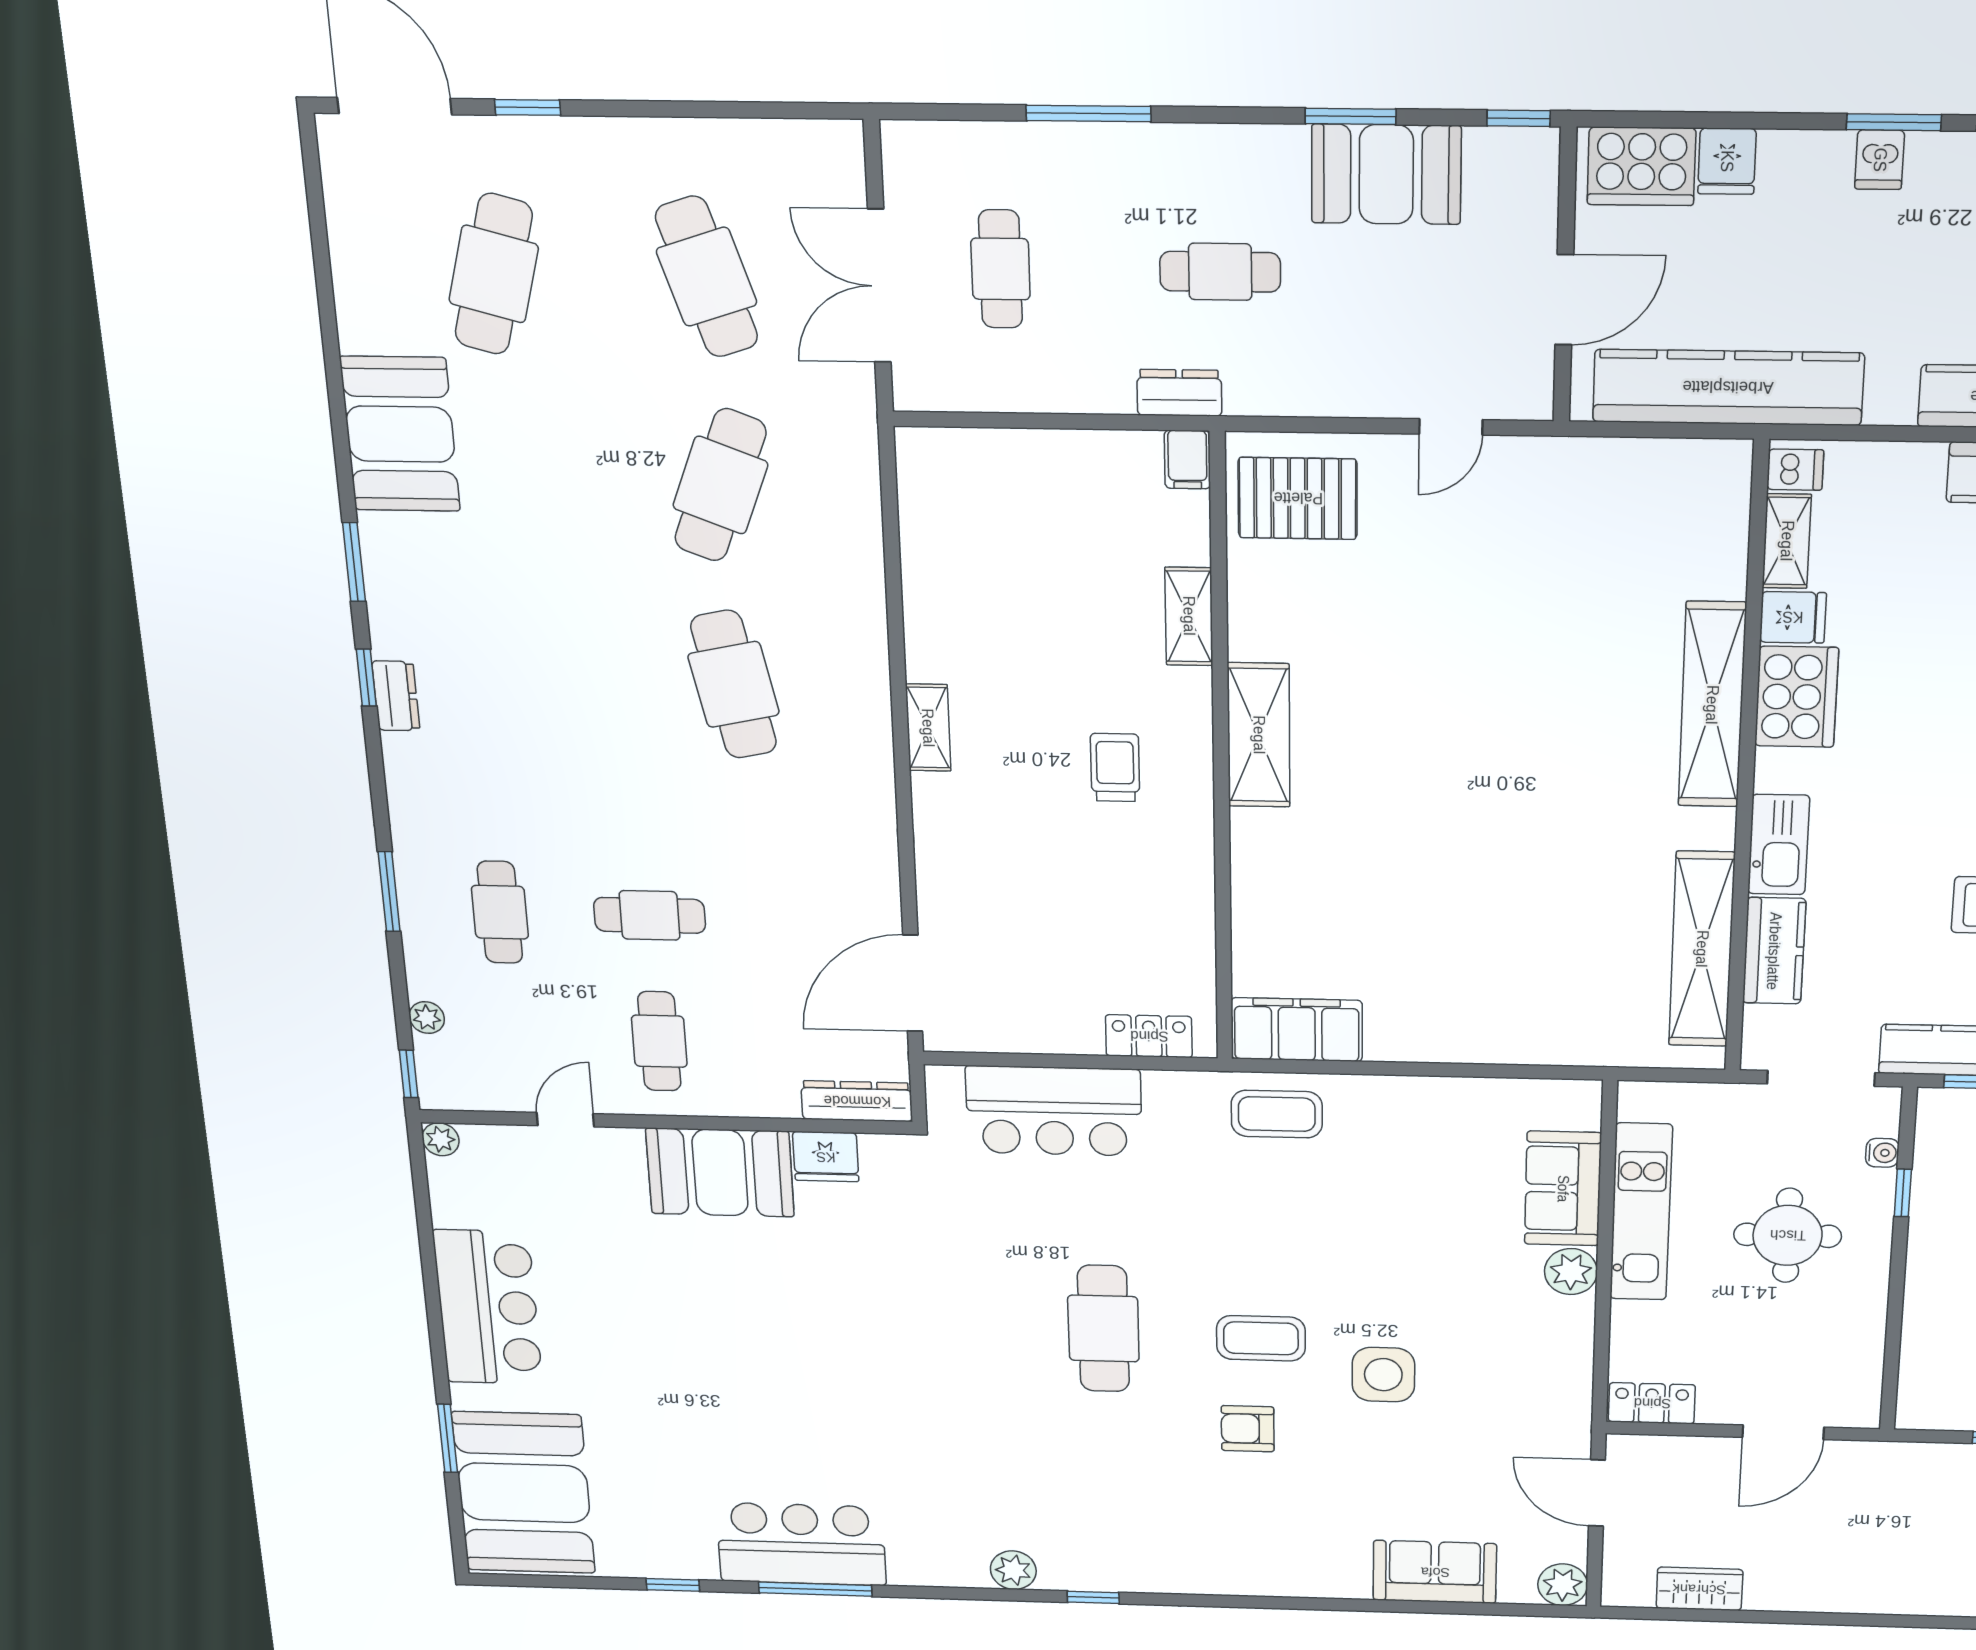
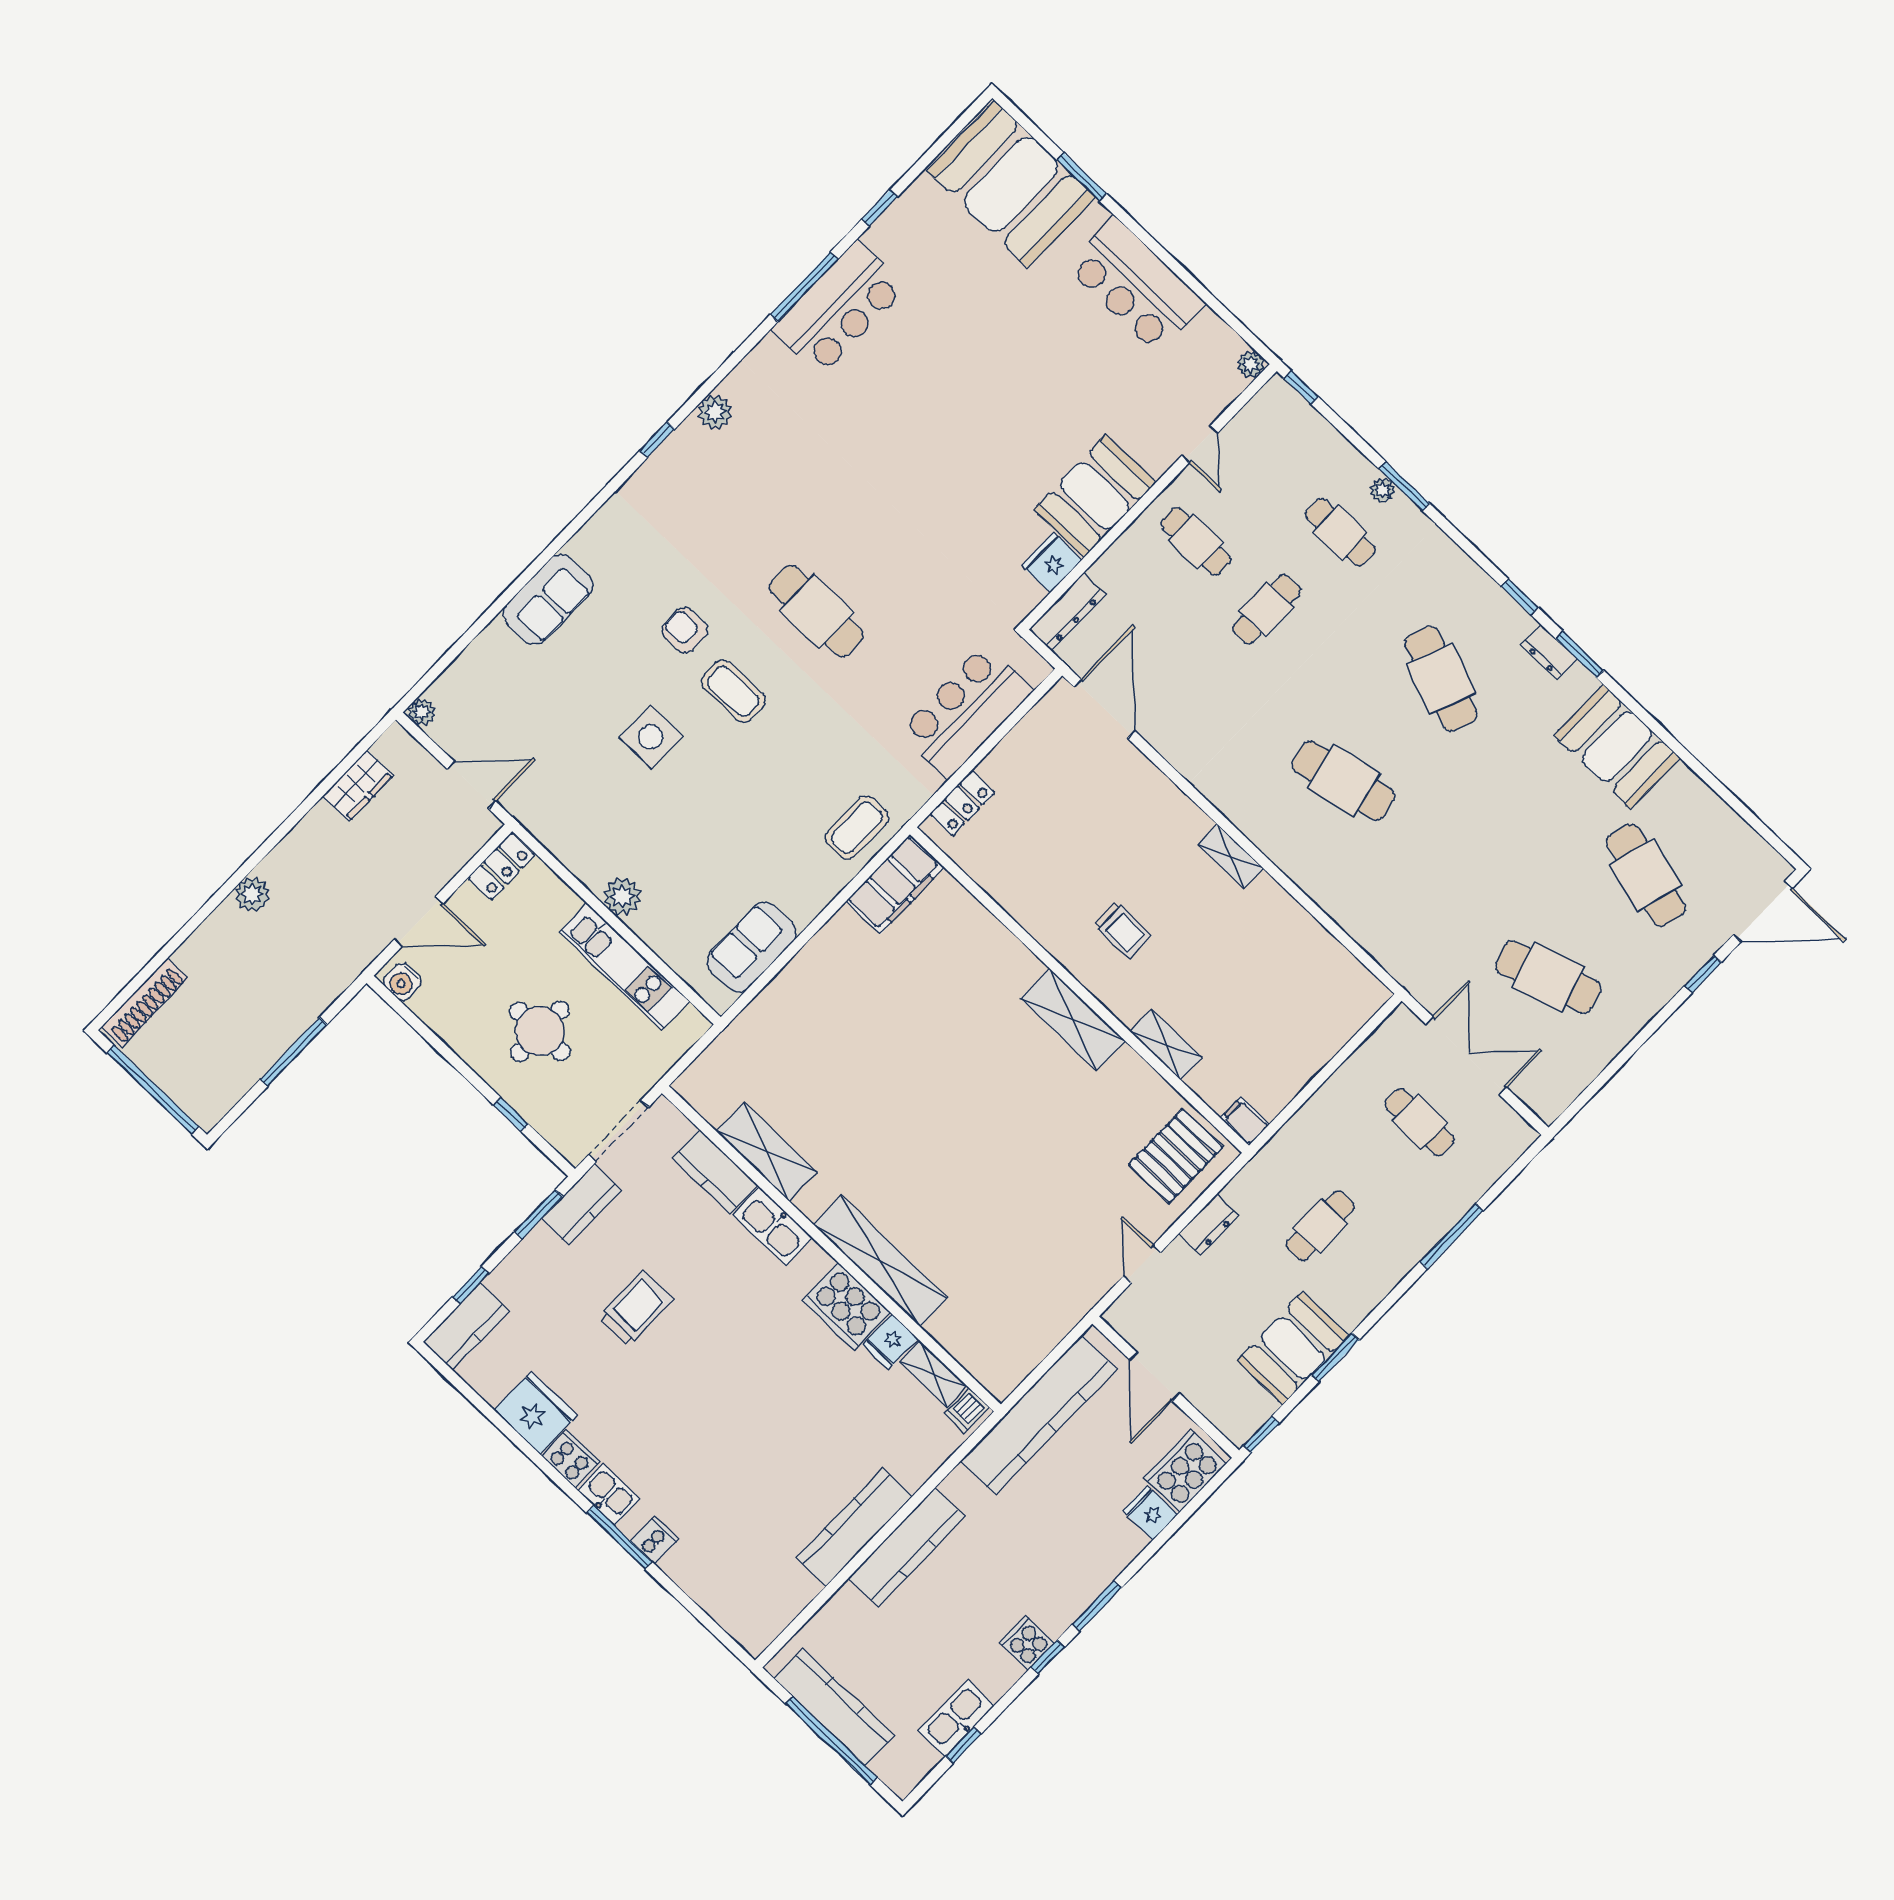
dishwasher: (1880, 160) -> (1085, 1584), removed
dresser: (1179, 393) -> (1208, 1225), moved
cafe table: (720, 485) -> (1441, 679), moved
dresser: (396, 696) -> (1549, 652), moved
shelving: (1702, 949) -> (766, 1152), width x0.68
plant: (427, 1018) -> (1383, 490), moved
water cooler: (1882, 1153) -> (403, 982), moved, width x1.38, depth x1.38
sofa: (1563, 1189) -> (752, 947), moved, turned -90
coffee table: (1261, 1338) -> (733, 691), turned 90
armchair: (1248, 1429) -> (685, 630), turned -90
door: (1783, 1432) -> (419, 921), swing flipped
sofa: (1435, 1572) -> (548, 600), moved
plant: (1563, 1585) -> (422, 712), width x0.73, depth x0.73
plant: (1903, 1596) -> (252, 894), added

